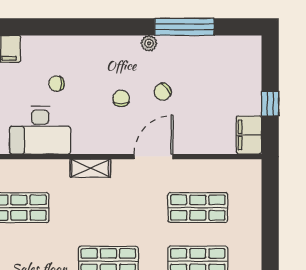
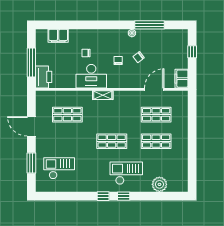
window: (270, 104) -> (192, 52), moved
desk: (40, 130) -> (91, 76), moved
door: (154, 157) -> (154, 89), moved

